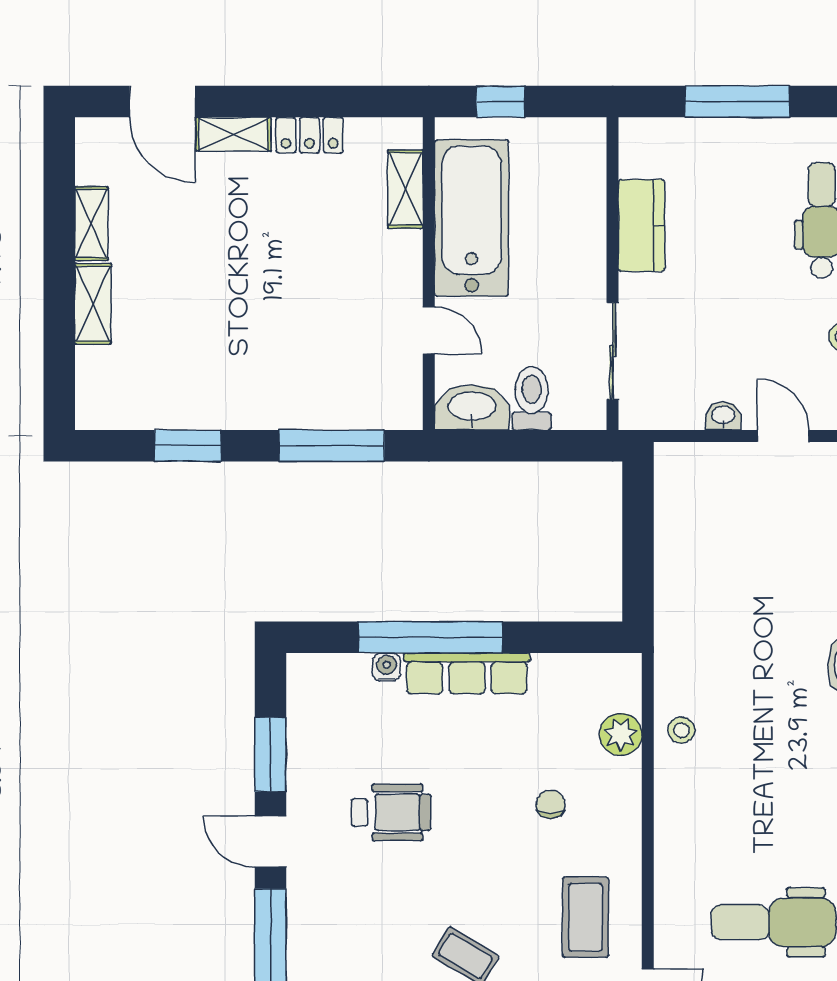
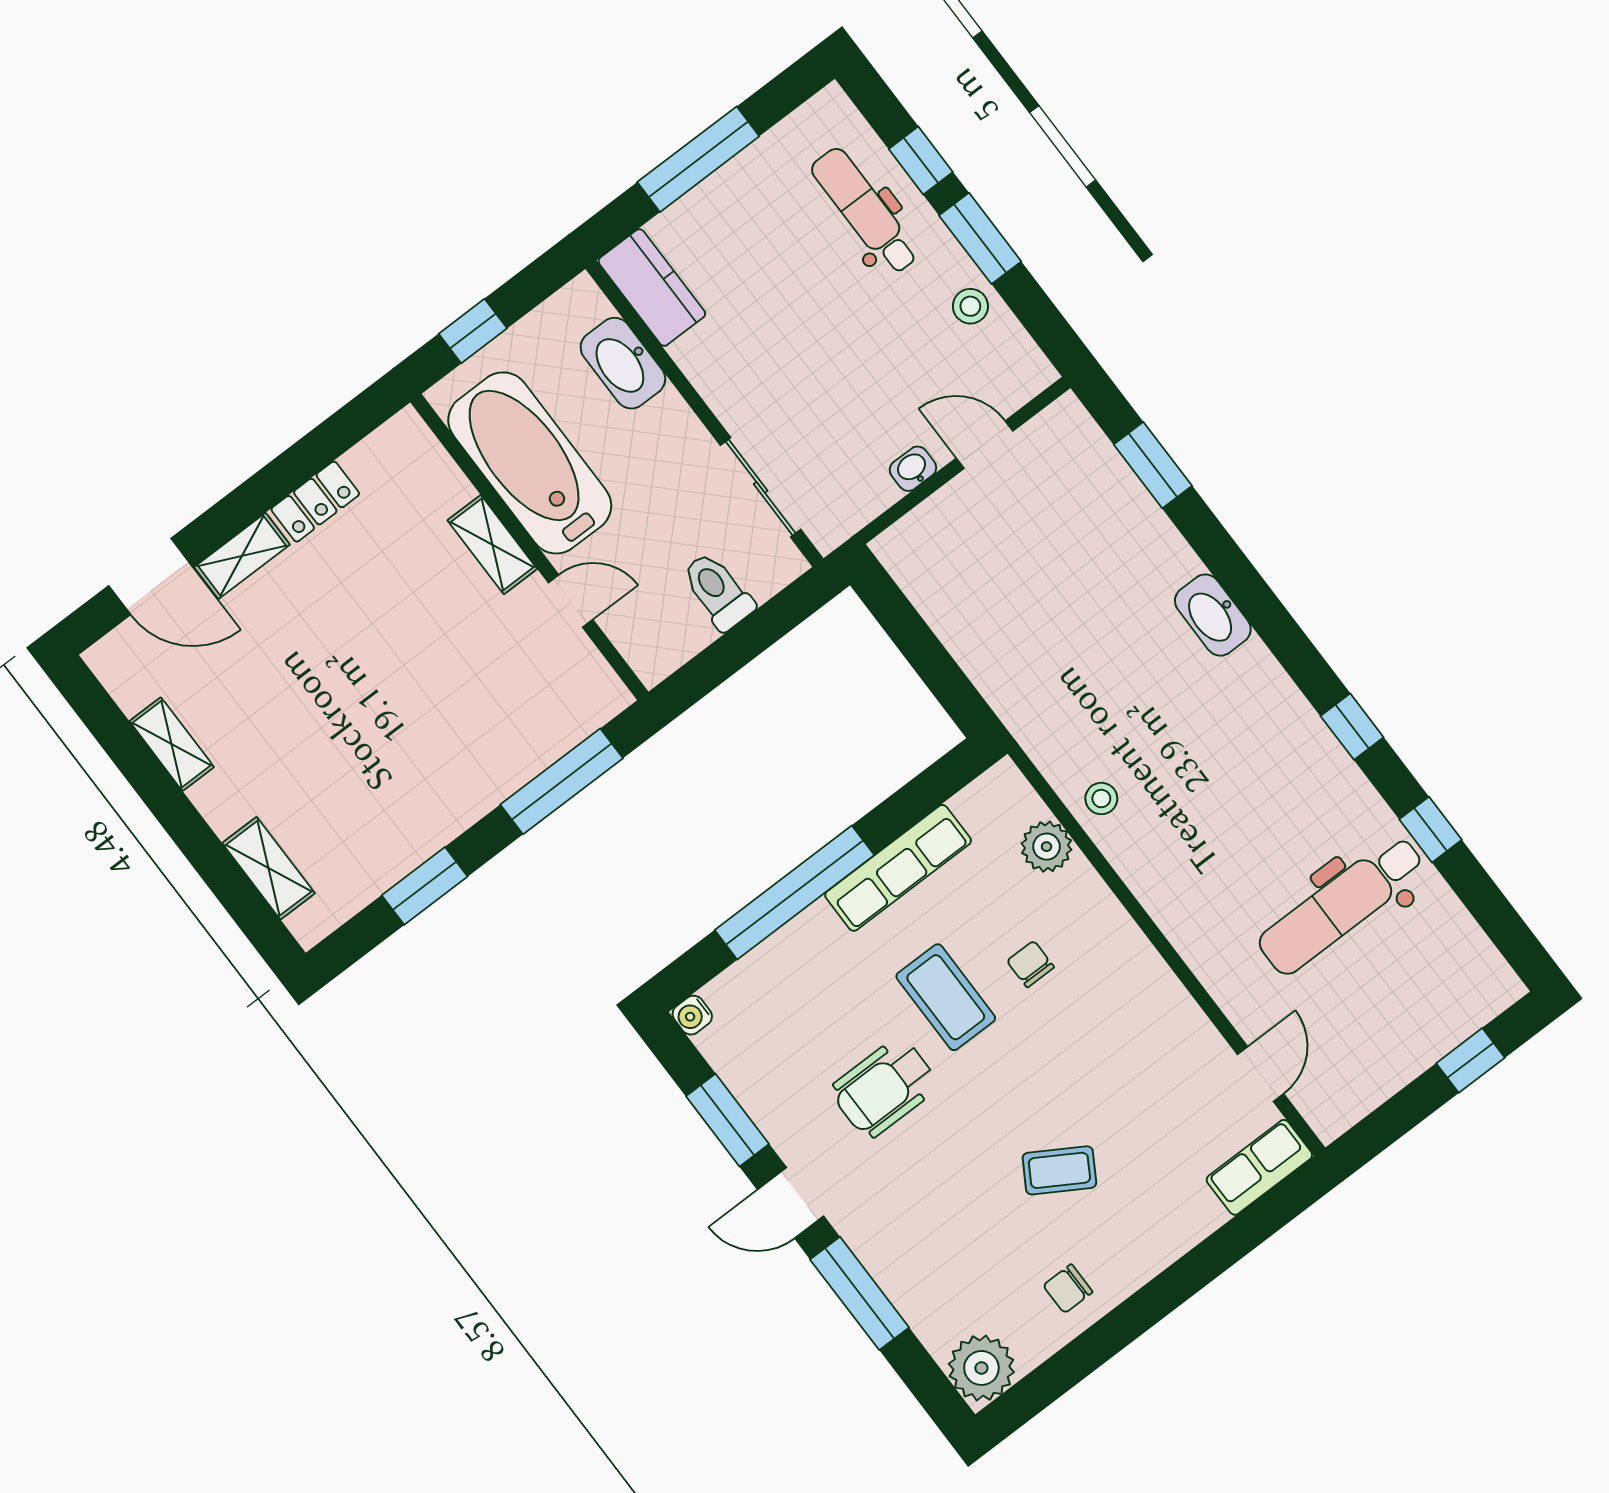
shelving: (405, 189) -> (492, 545), moved
kitchen counter: (641, 225) -> (652, 287), moved
shelving: (93, 304) -> (269, 868), moved
washbasin: (472, 407) -> (623, 363), moved, turned -90
water cooler: (387, 667) -> (692, 1015), moved, turned -90
row of seats: (467, 673) -> (898, 868), moved
wheelchair: (391, 812) -> (884, 1088), turned 180
coffee table: (585, 917) -> (946, 997), moved

